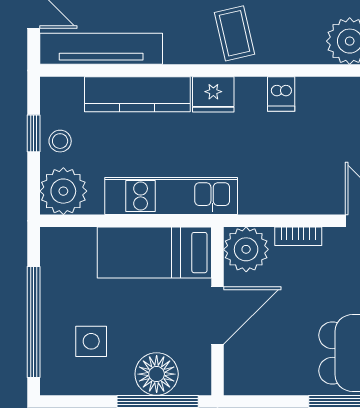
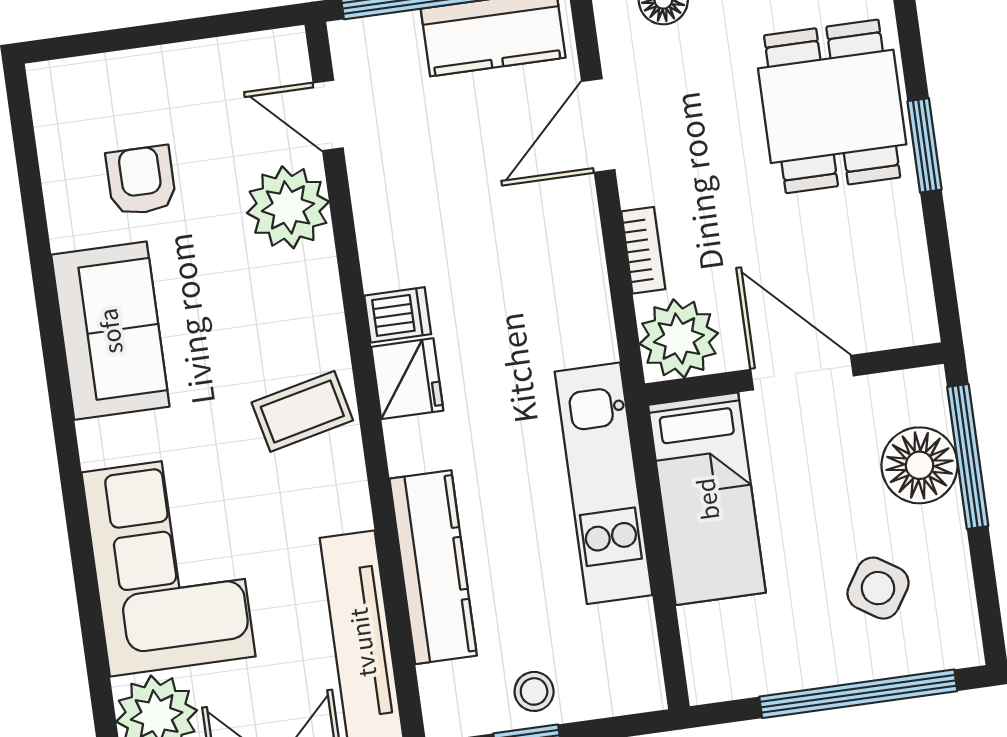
fridge: (213, 94) -> (407, 379), moved
plant: (63, 191) -> (621, 674), removed
side table: (91, 341) -> (878, 588), turned 33

